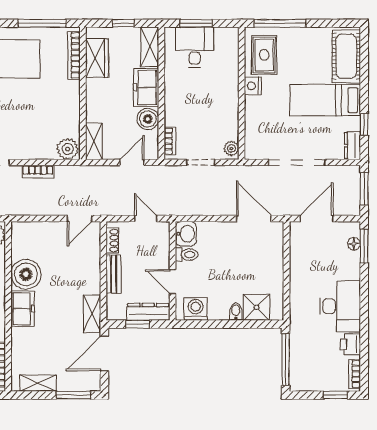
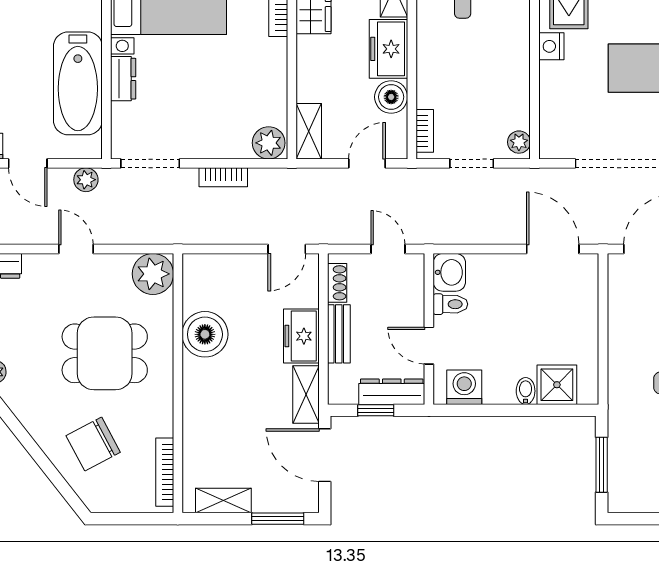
freezer: (23, 309) -> (301, 336), moved, turned 180
door: (104, 353) -> (325, 455), hinge flipped
window: (286, 360) -> (602, 465), width x0.69

